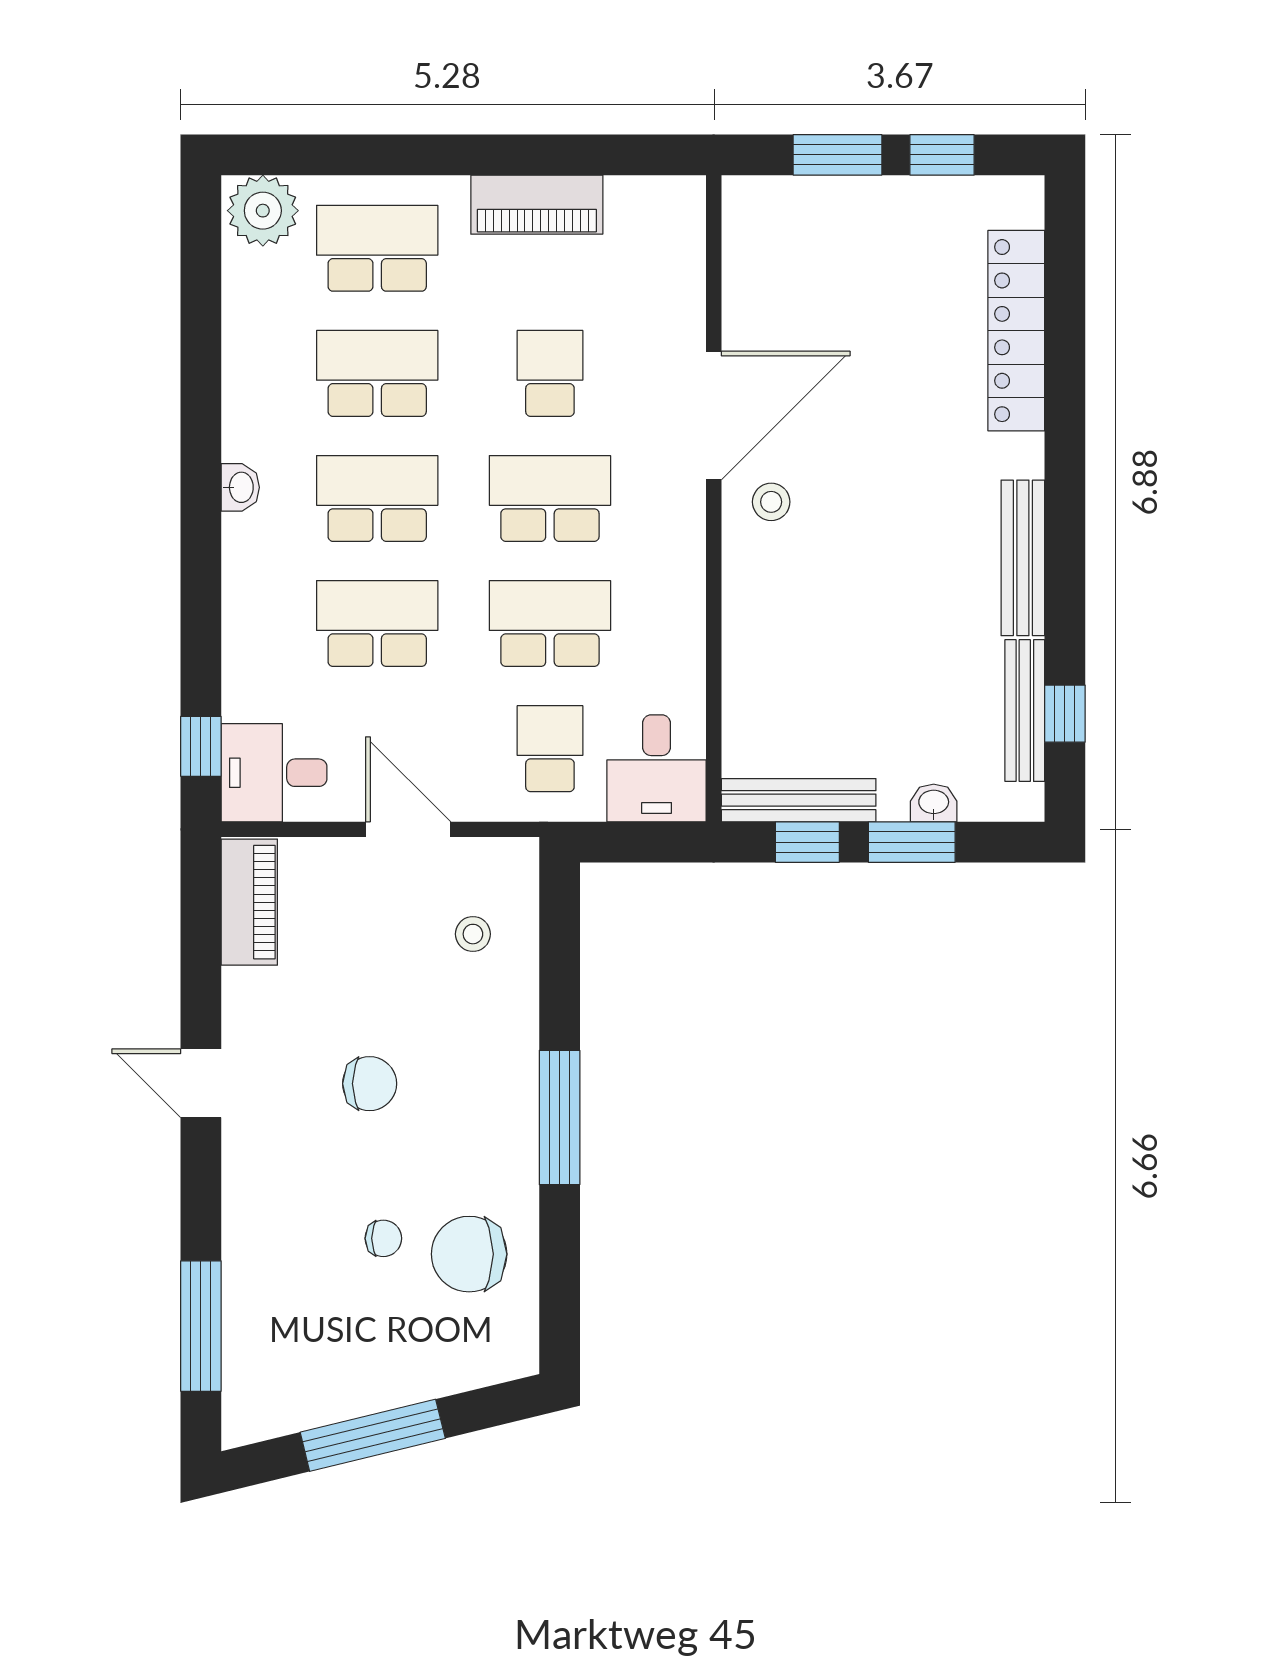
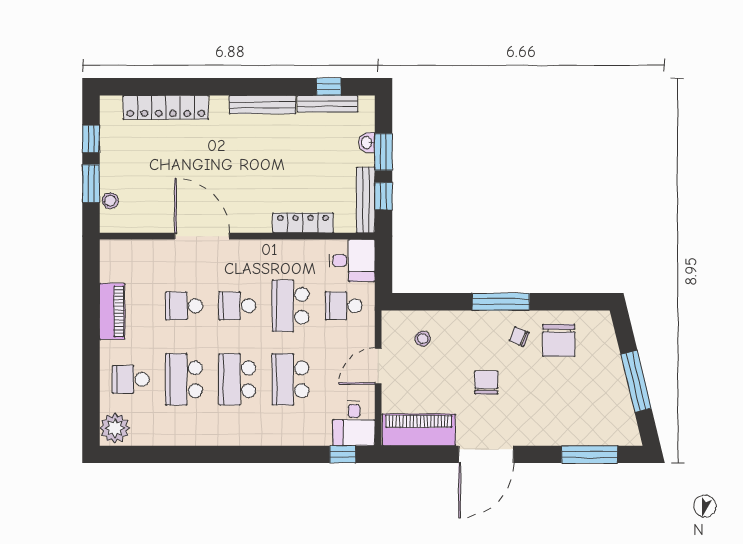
school desk: (377, 248) -> (131, 379), width x0.54
washbasin: (240, 487) -> (232, 438), removed
school desk: (550, 498) -> (237, 306), width x0.54
stool: (771, 502) -> (110, 201), moved
locker: (745, 653) -> (303, 223), added
piano: (249, 902) -> (419, 430), width x1.37, depth x1.33
door: (201, 1083) -> (486, 454), width x1.87
chair: (383, 1238) -> (519, 337), moved, turned -68

